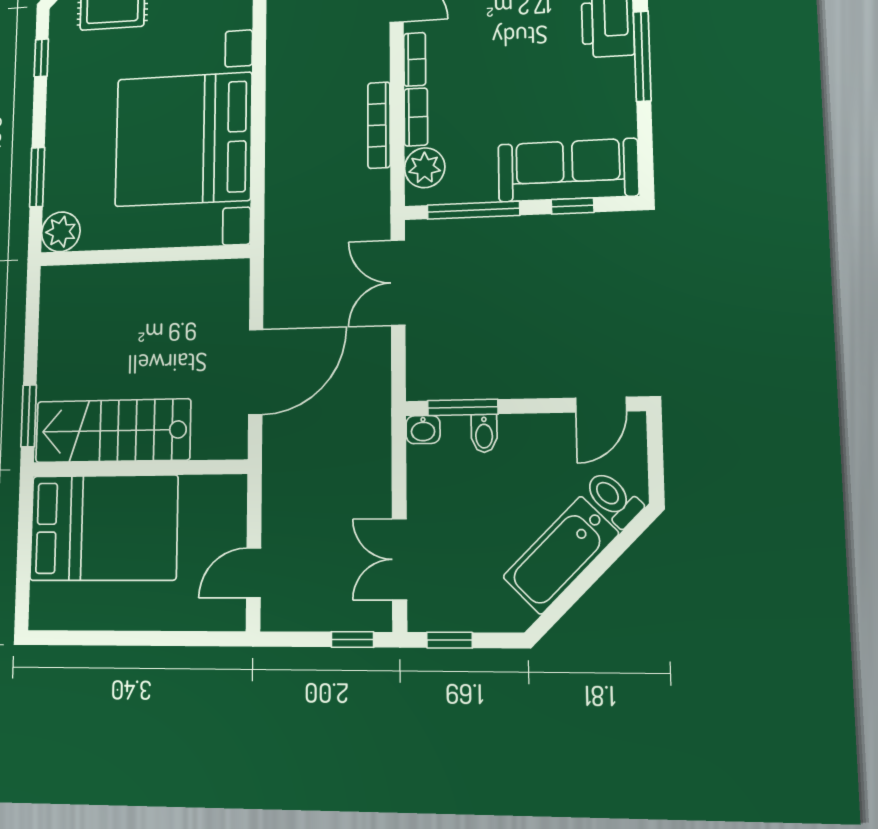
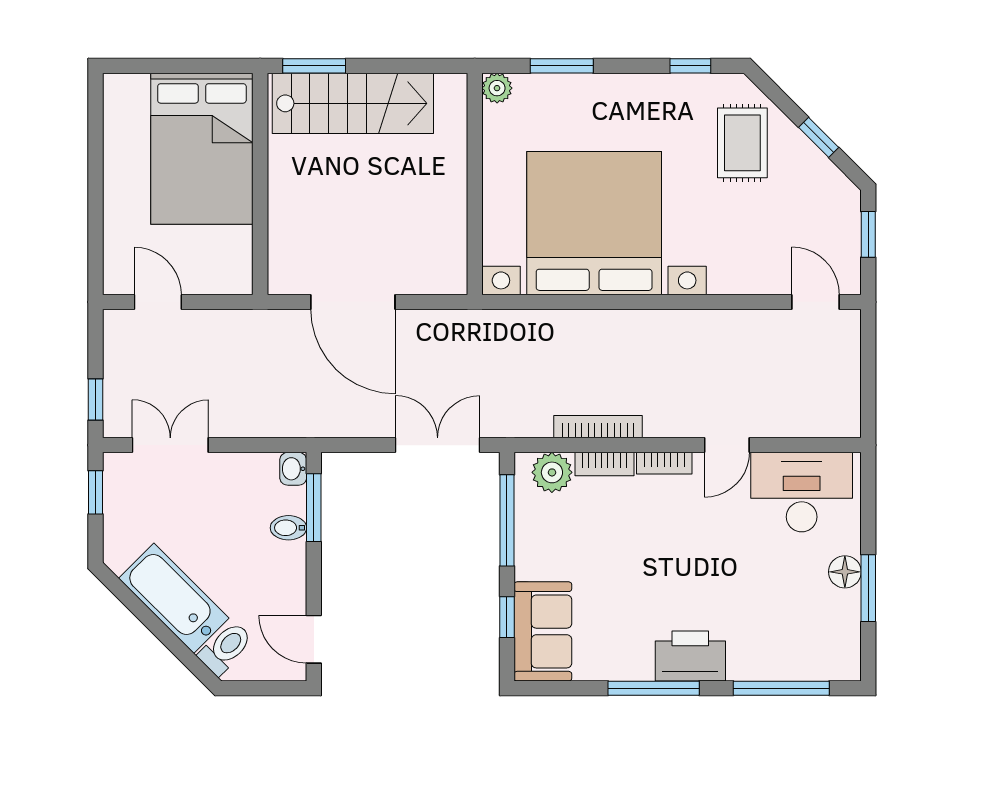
sofa: (568, 170) -> (543, 631), width x0.73
plant: (61, 232) -> (497, 88), width x0.73, depth x0.73
stairs: (113, 431) -> (353, 103), moved, turned 90

